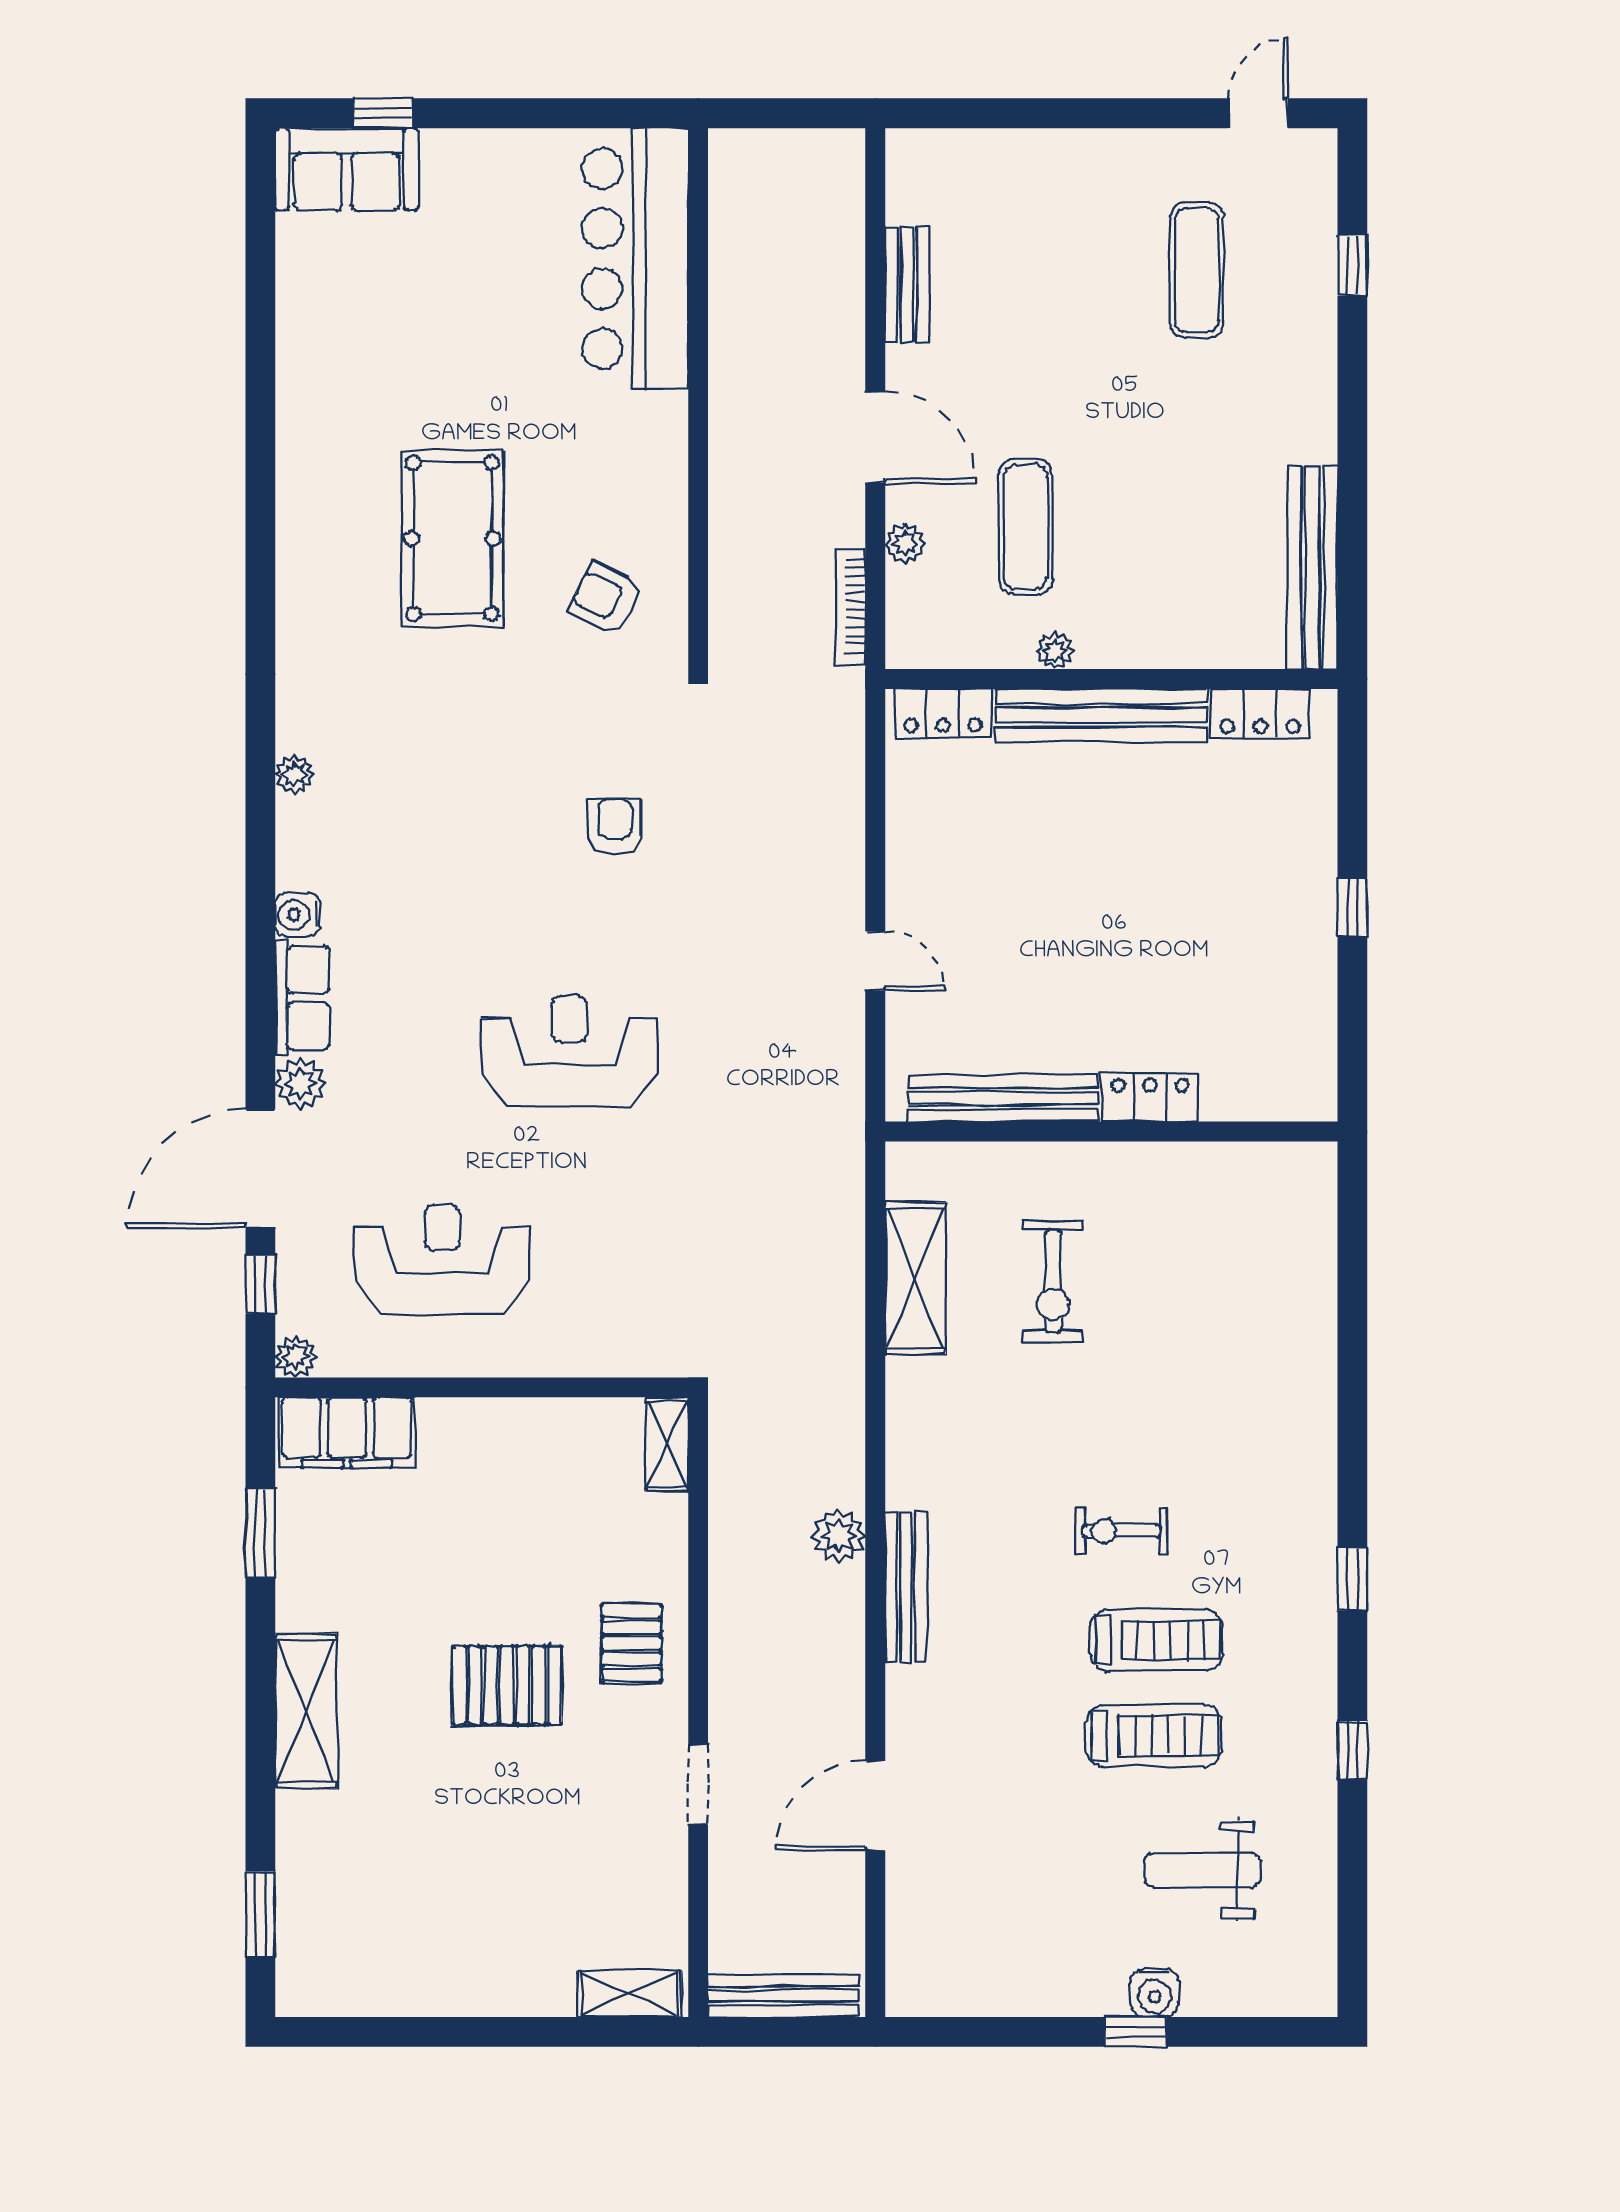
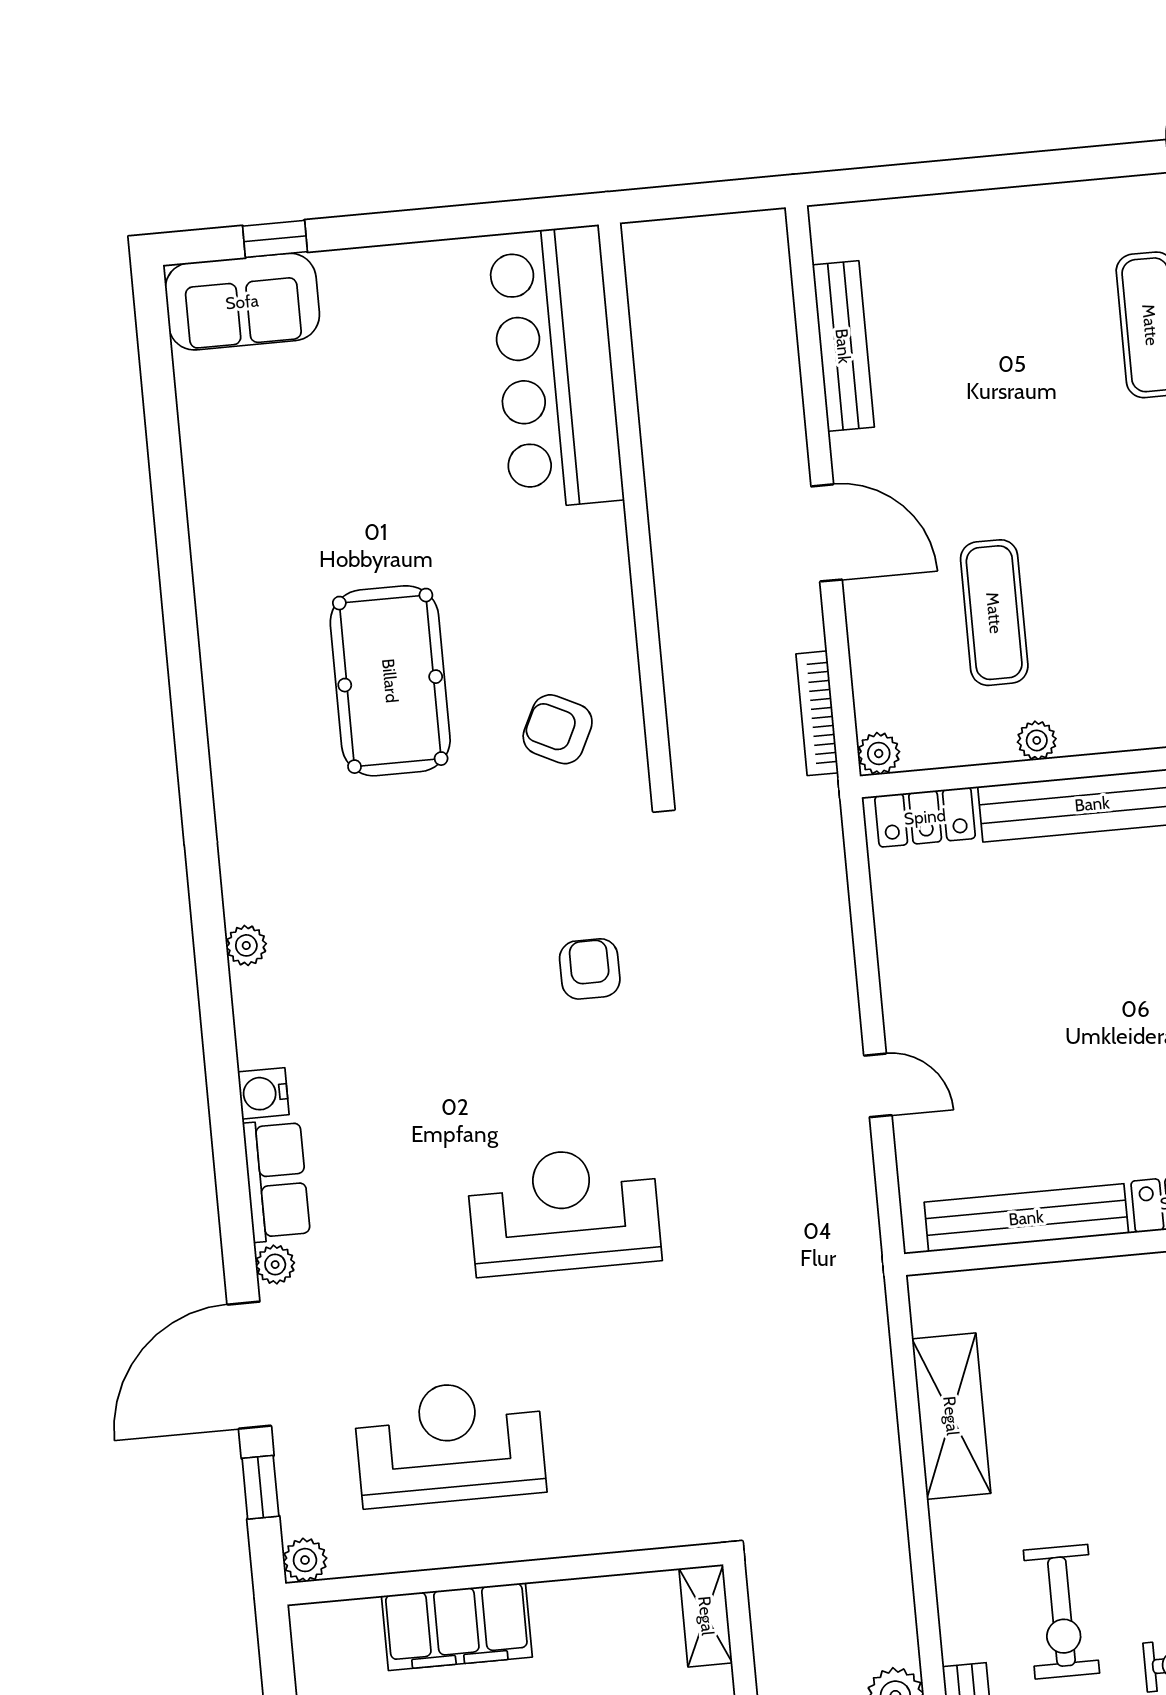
bench: (907, 284) -> (843, 346), width x1.36
plant: (905, 543) -> (879, 753), moved
plant: (300, 1084) -> (275, 1265), width x0.73, depth x0.73
exercise bike: (1053, 1281) -> (1061, 1612), moved
filing cabinet: (347, 1433) -> (457, 1627), moved

